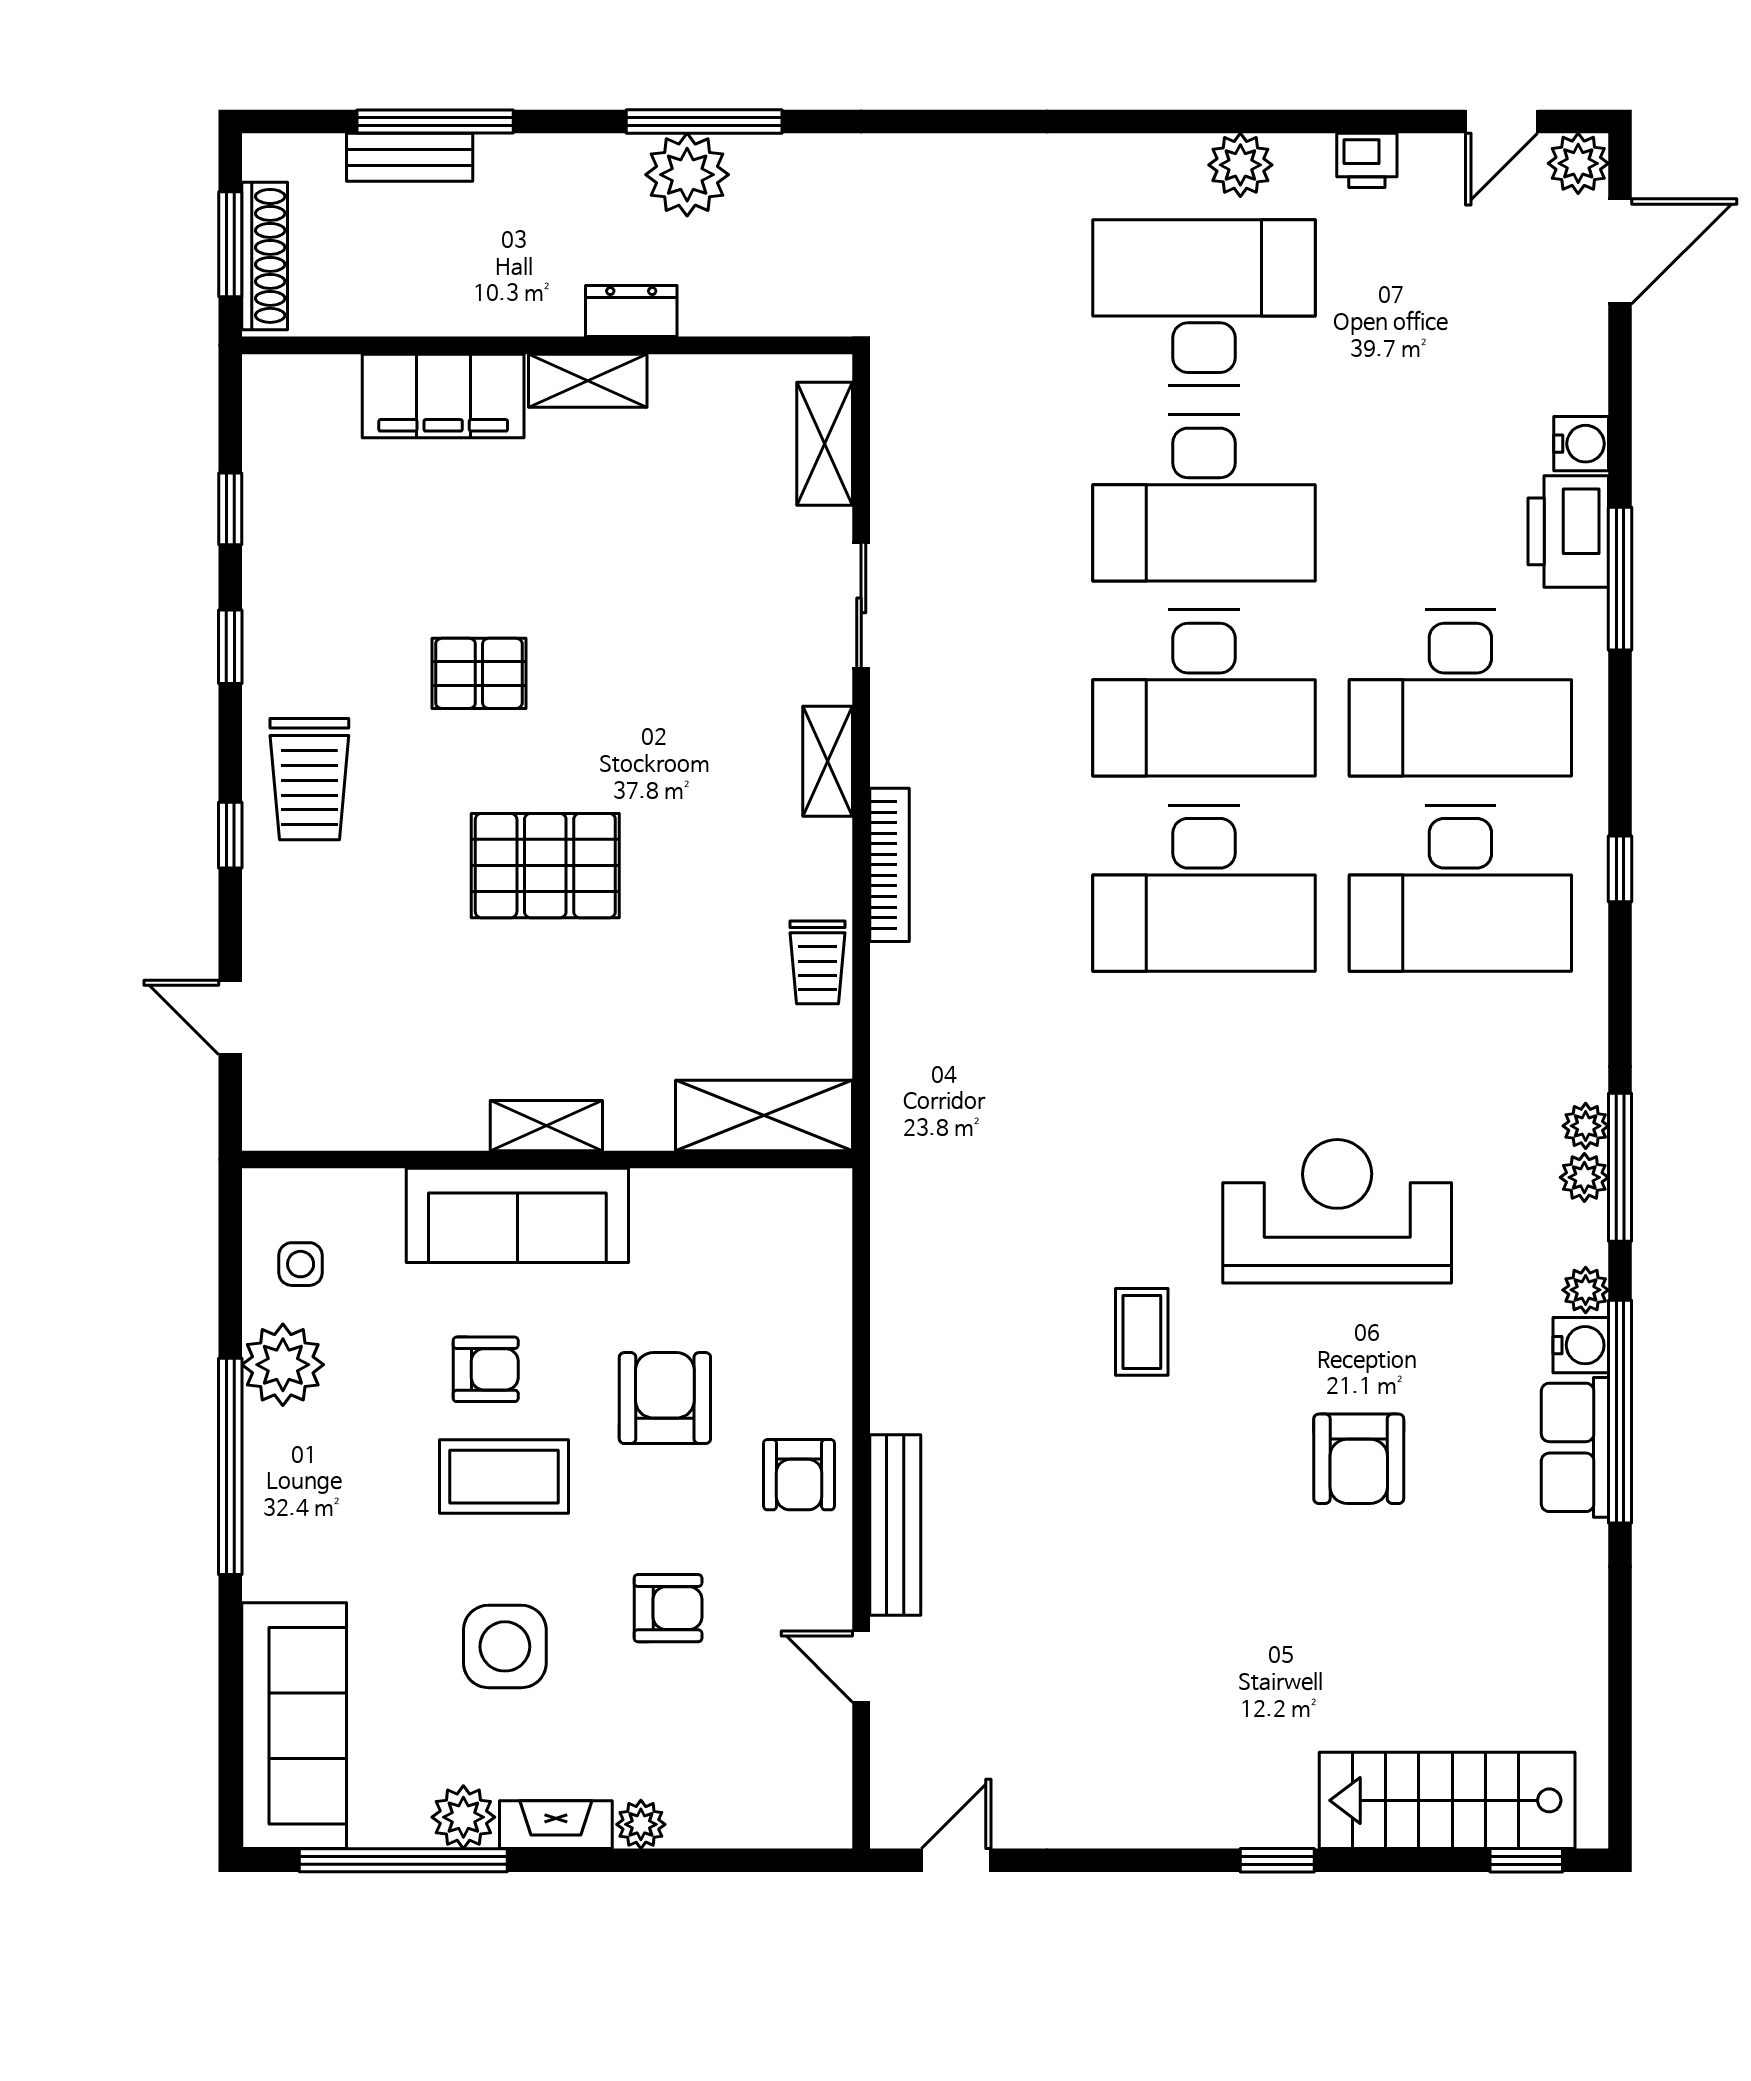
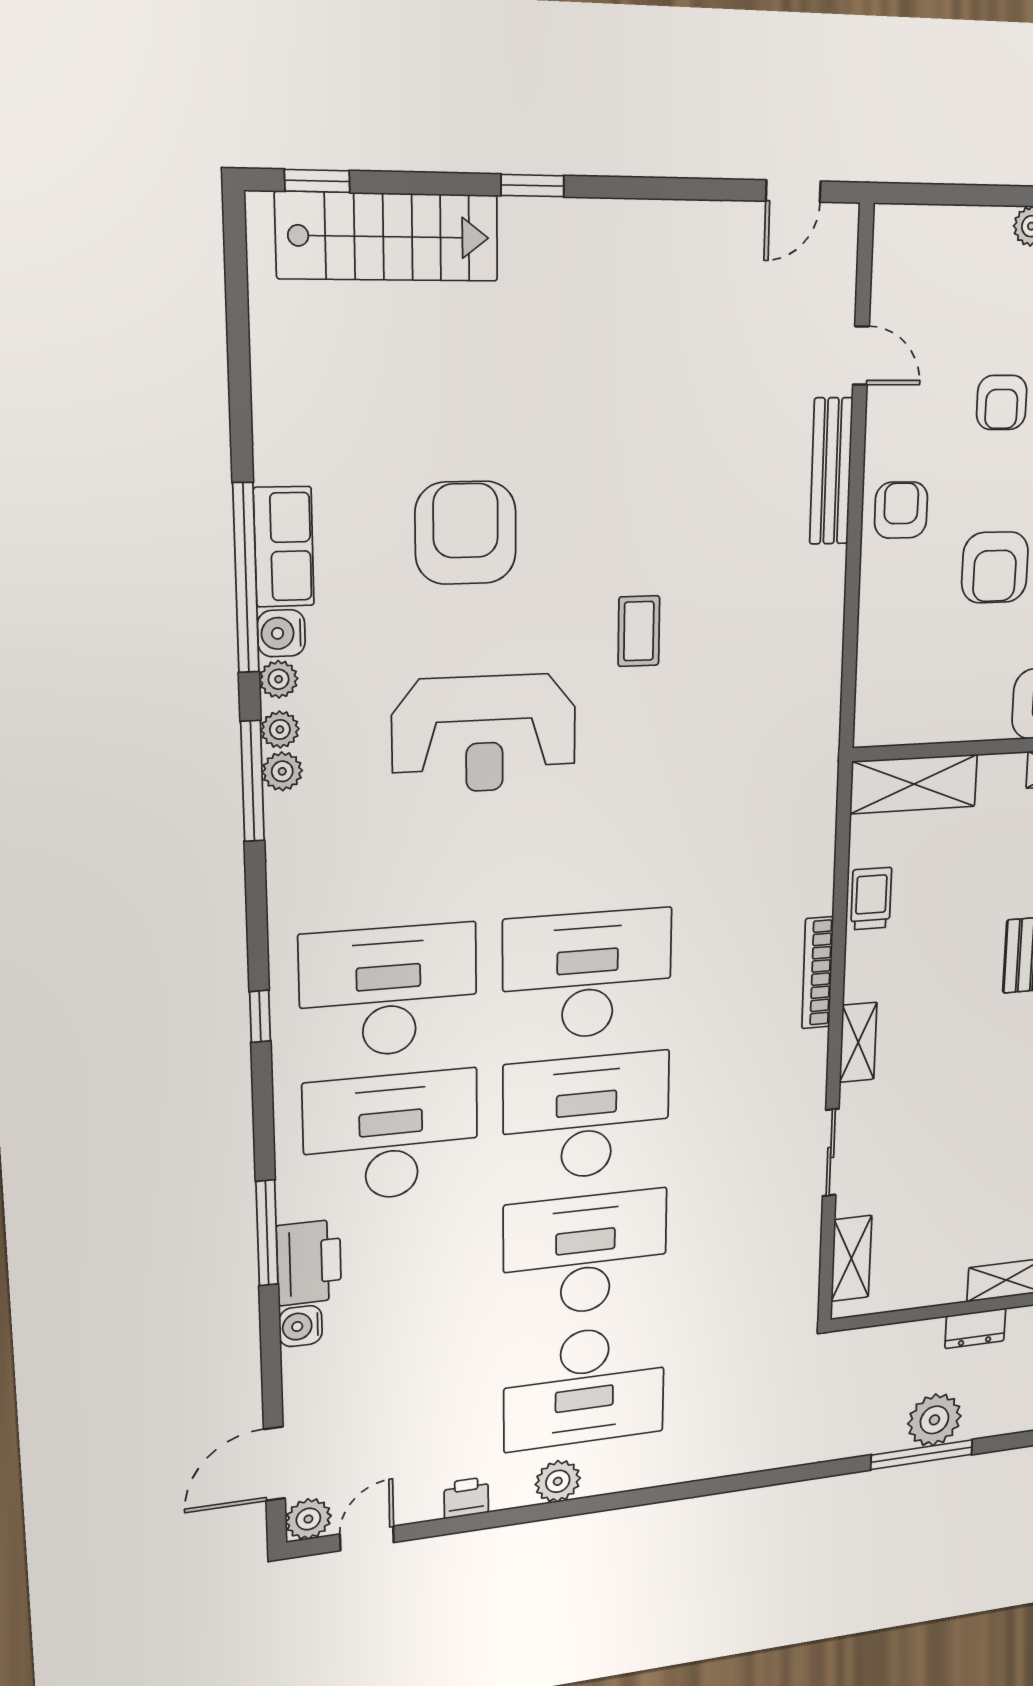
plant: (1586, 1126) -> (280, 730), moved
armchair: (1359, 1459) -> (466, 533), width x1.36, depth x1.36
armchair: (668, 1608) -> (1002, 402), turned -90

